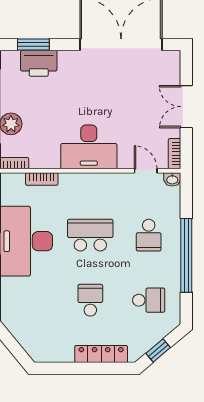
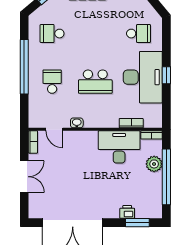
printer: (39, 63) -> (127, 212), width x0.53, depth x0.68
desk: (89, 147) -> (119, 147), moved
washbasin: (172, 179) -> (77, 123), moved
school desk: (90, 300) -> (138, 34), moved, turned -90

